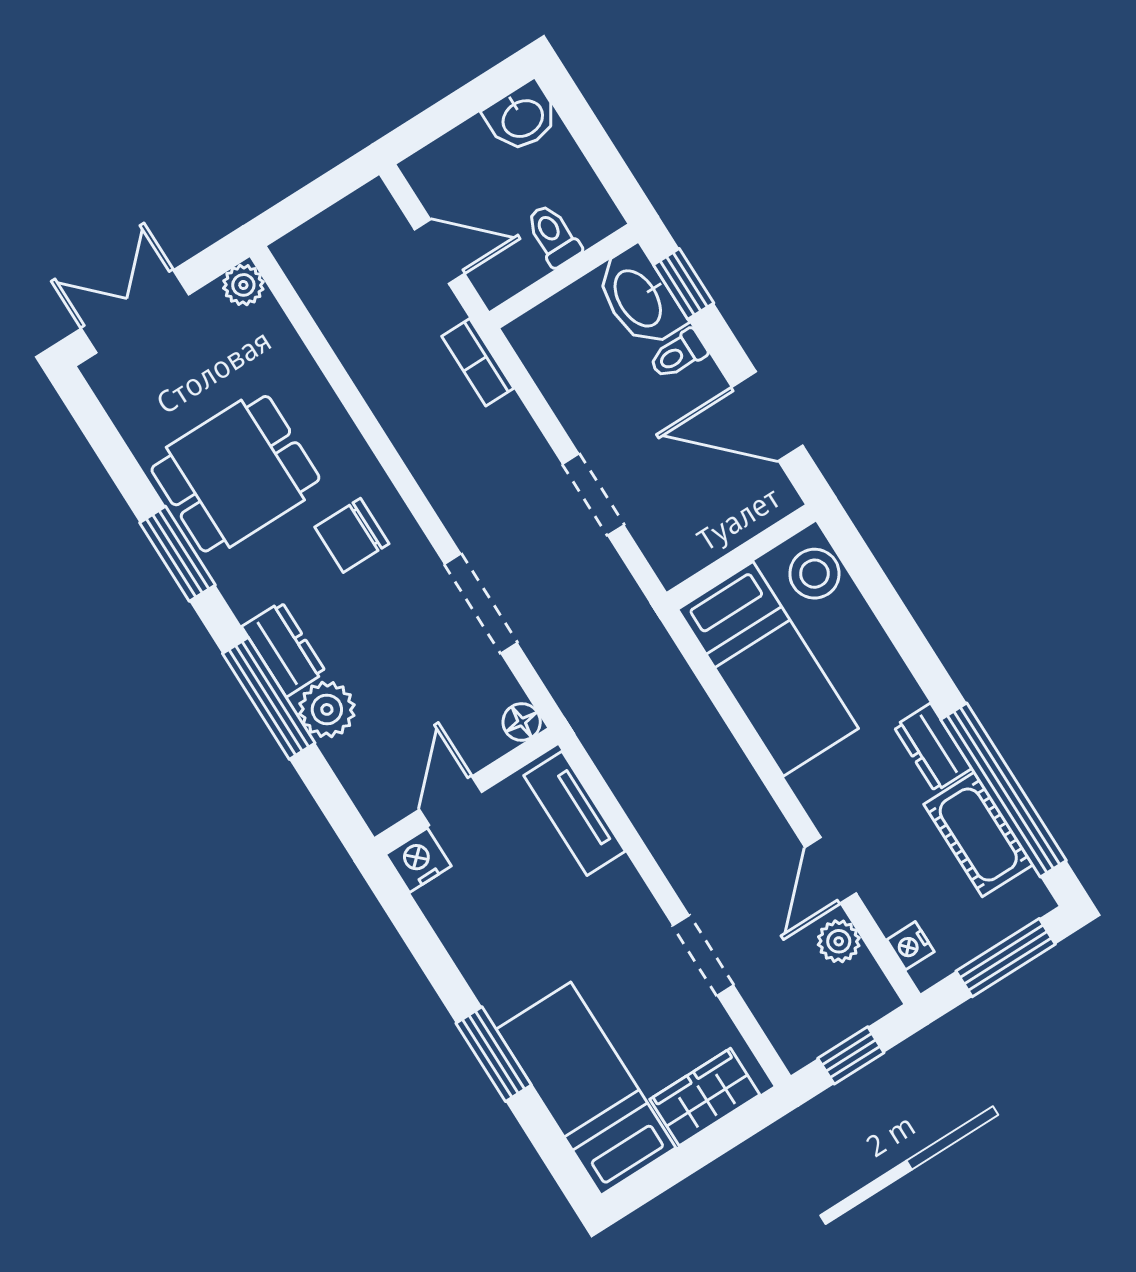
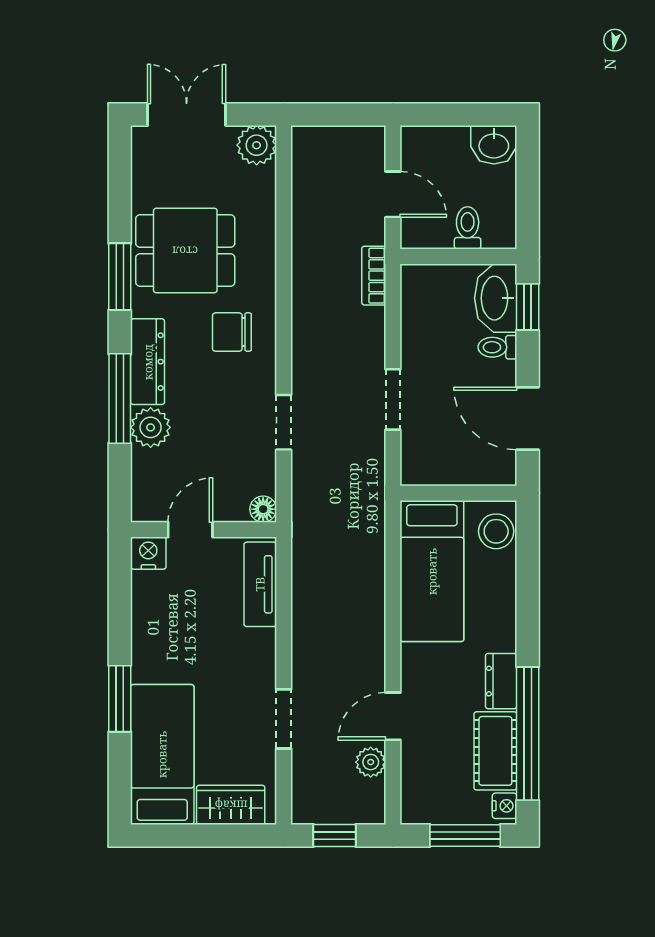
plant: (243, 285) -> (257, 145), width x1.38, depth x1.38
doorway: (481, 604) -> (284, 422), width x0.73
dresser: (284, 649) -> (148, 362), width x1.44
nightstand: (910, 946) -> (505, 806), moved, turned 180

